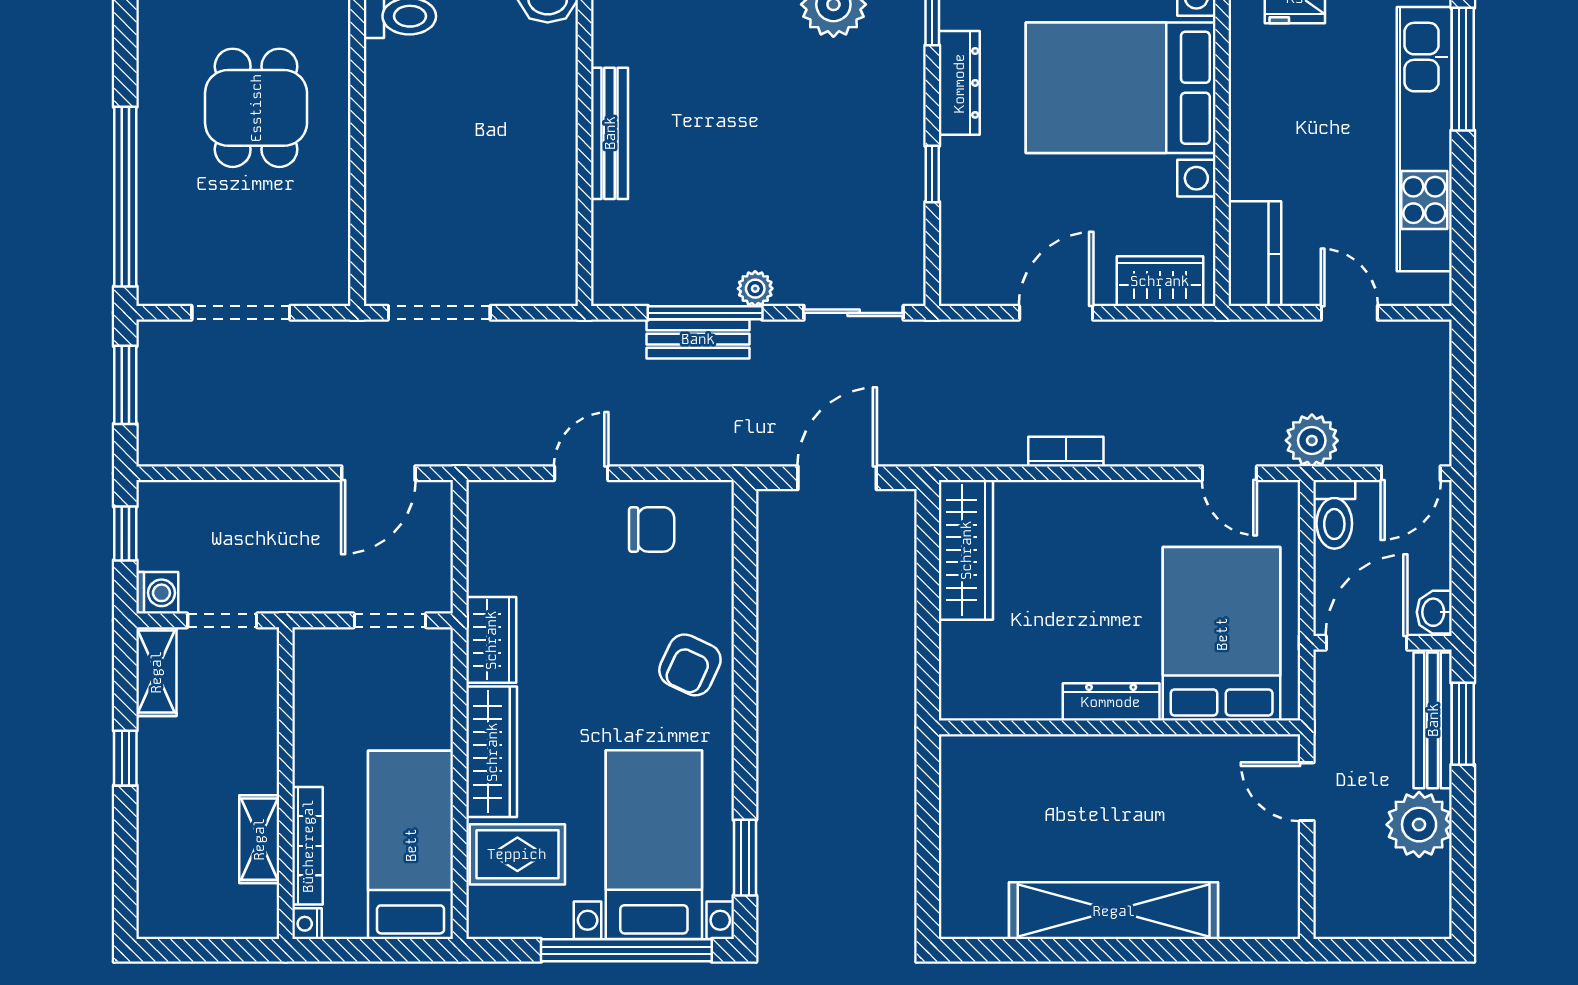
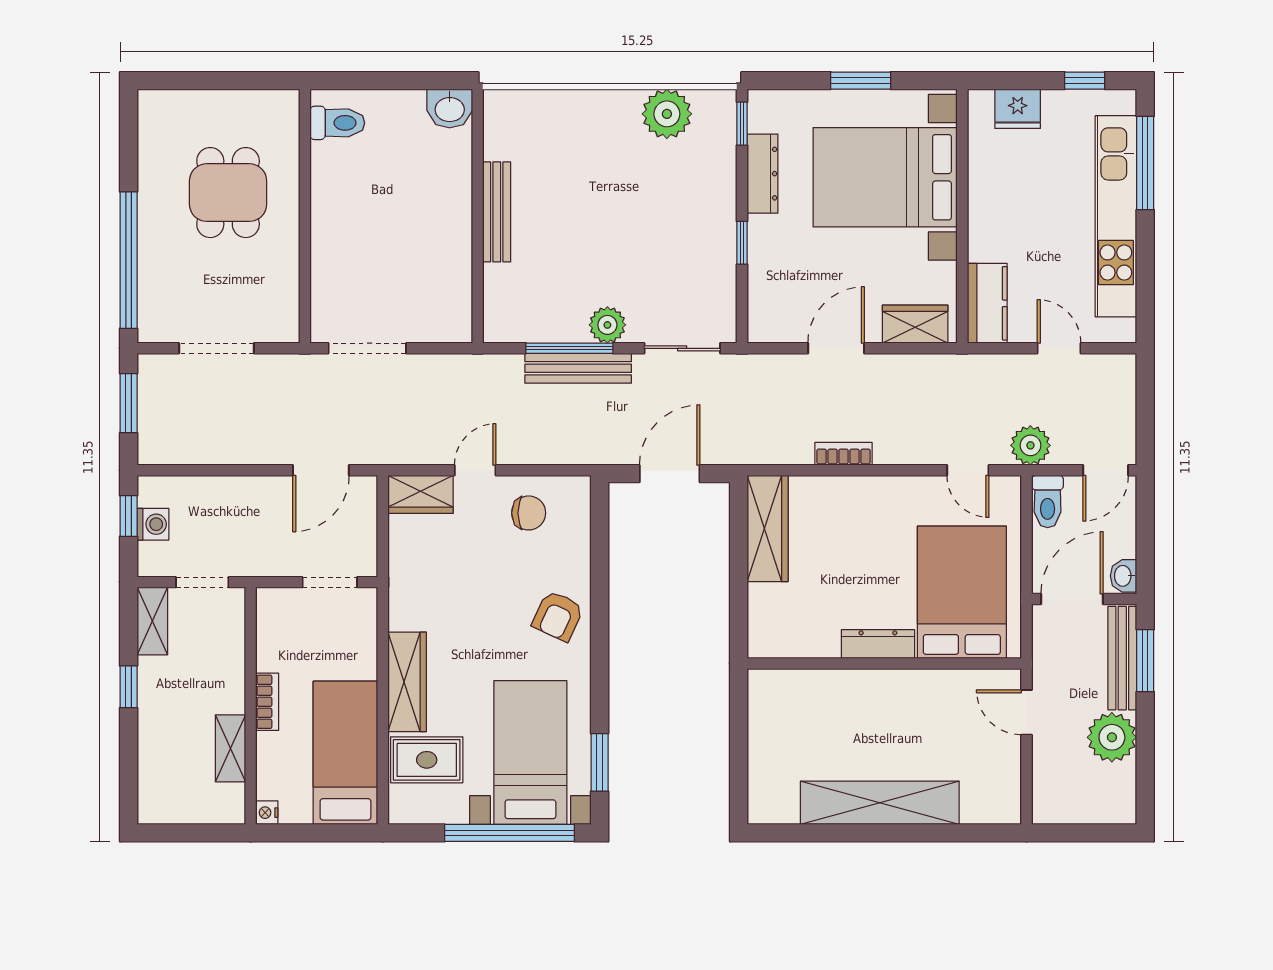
plant: (755, 289) -> (607, 325), width x1.38, depth x1.38
bench: (698, 339) -> (578, 368), width x1.36
washing machine: (157, 593) -> (153, 524), moved
wardrobe: (491, 640) -> (421, 494), moved, turned 90
bookcase: (308, 846) -> (267, 702), moved, width x0.64

